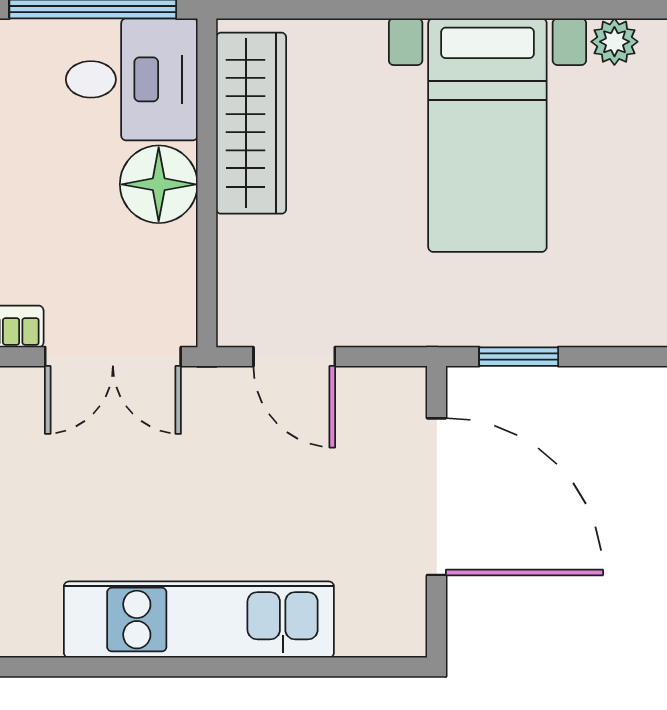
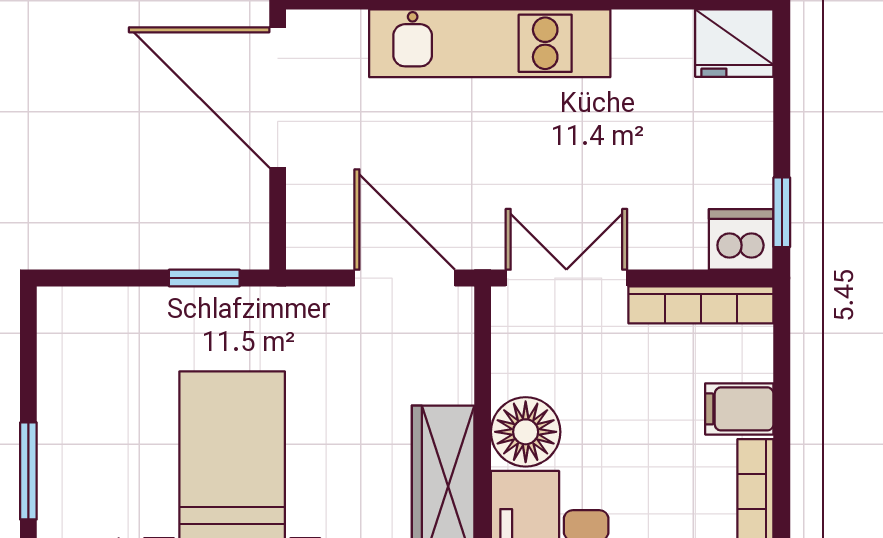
door: (294, 357) -> (405, 278), width x1.37
door: (437, 497) -> (278, 98), moved

